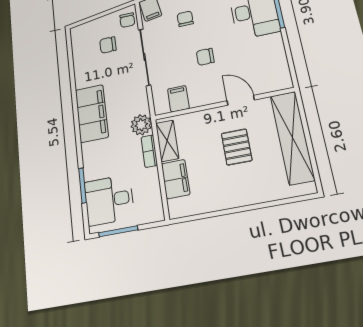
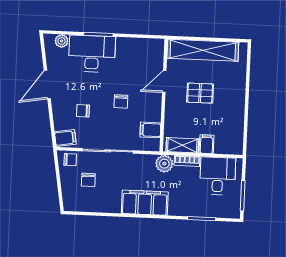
filing cabinet: (176, 179) -> (207, 144), width x0.50
desk: (109, 200) -> (218, 176), moved, turned 180

